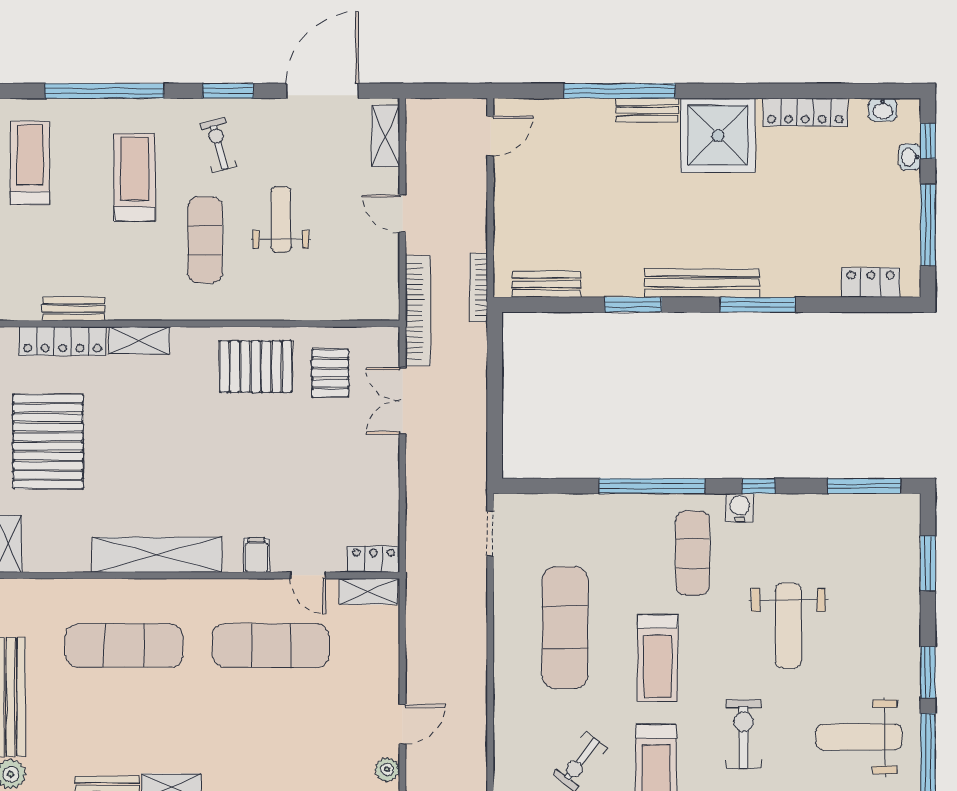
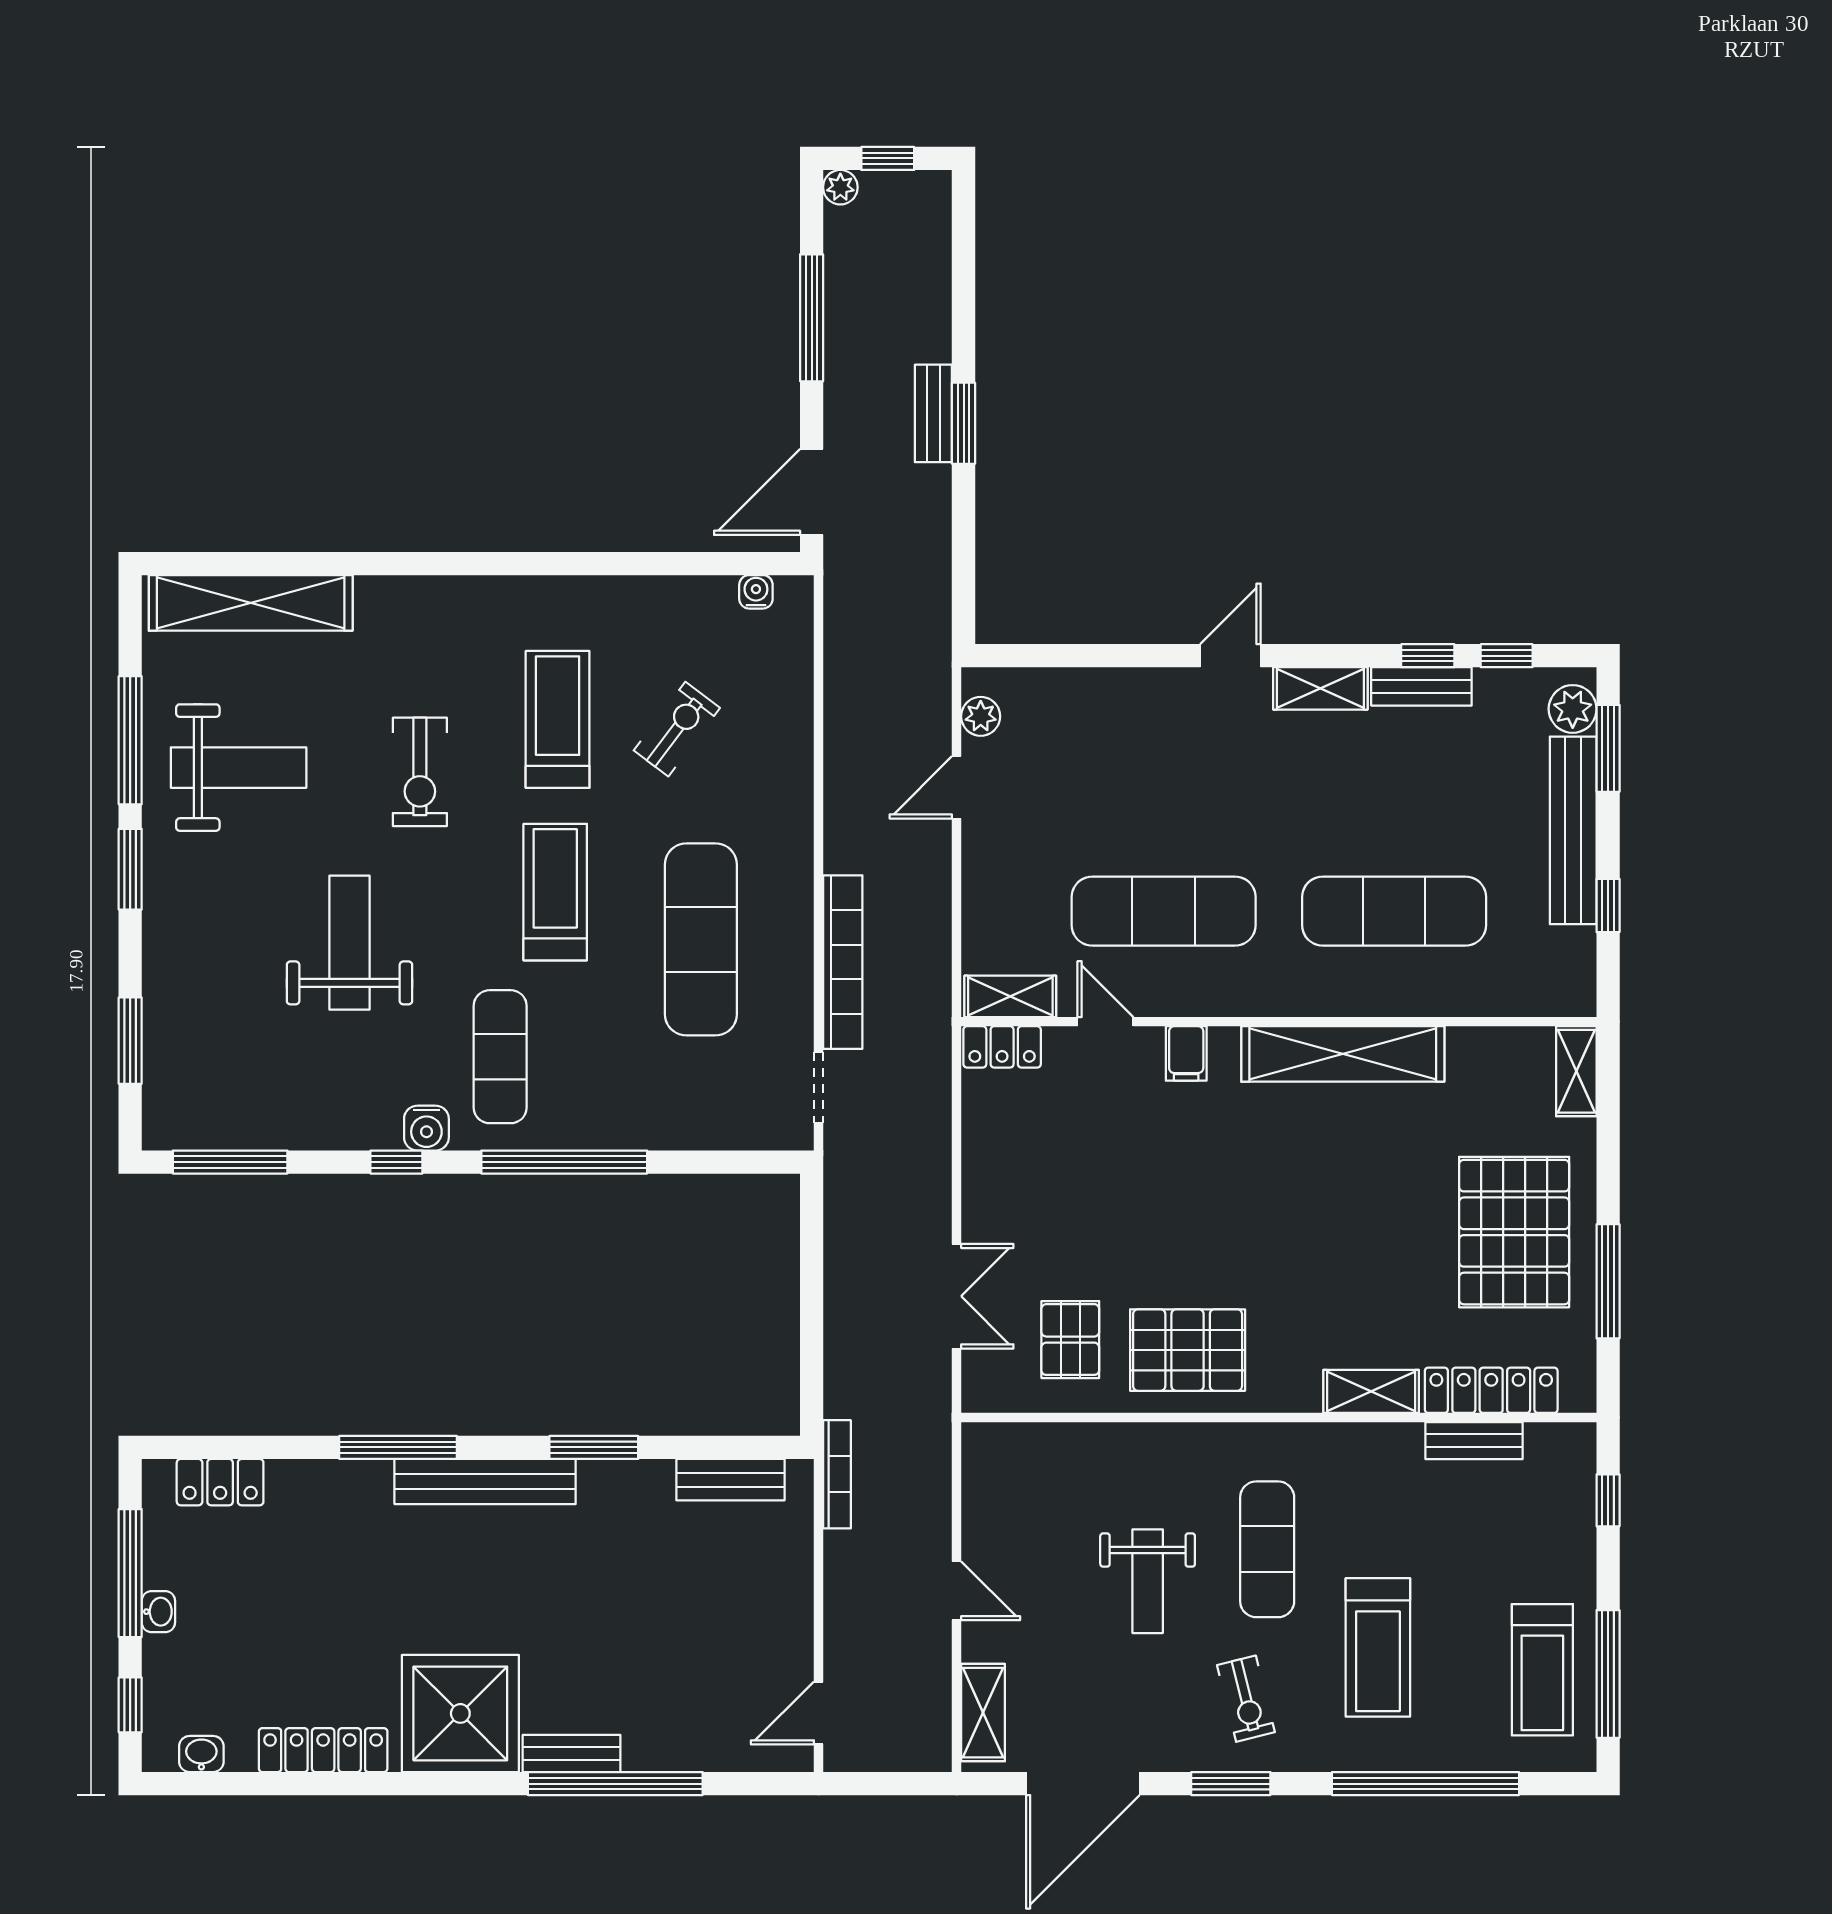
washbasin: (910, 157) -> (158, 1612), moved
bookcase: (418, 311) -> (843, 962), moved, turned 180

